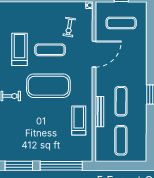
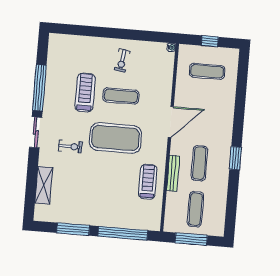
exercise bike: (69, 27) -> (122, 60), moved
door: (94, 54) -> (171, 122), moved
window: (119, 166) -> (191, 239), added

